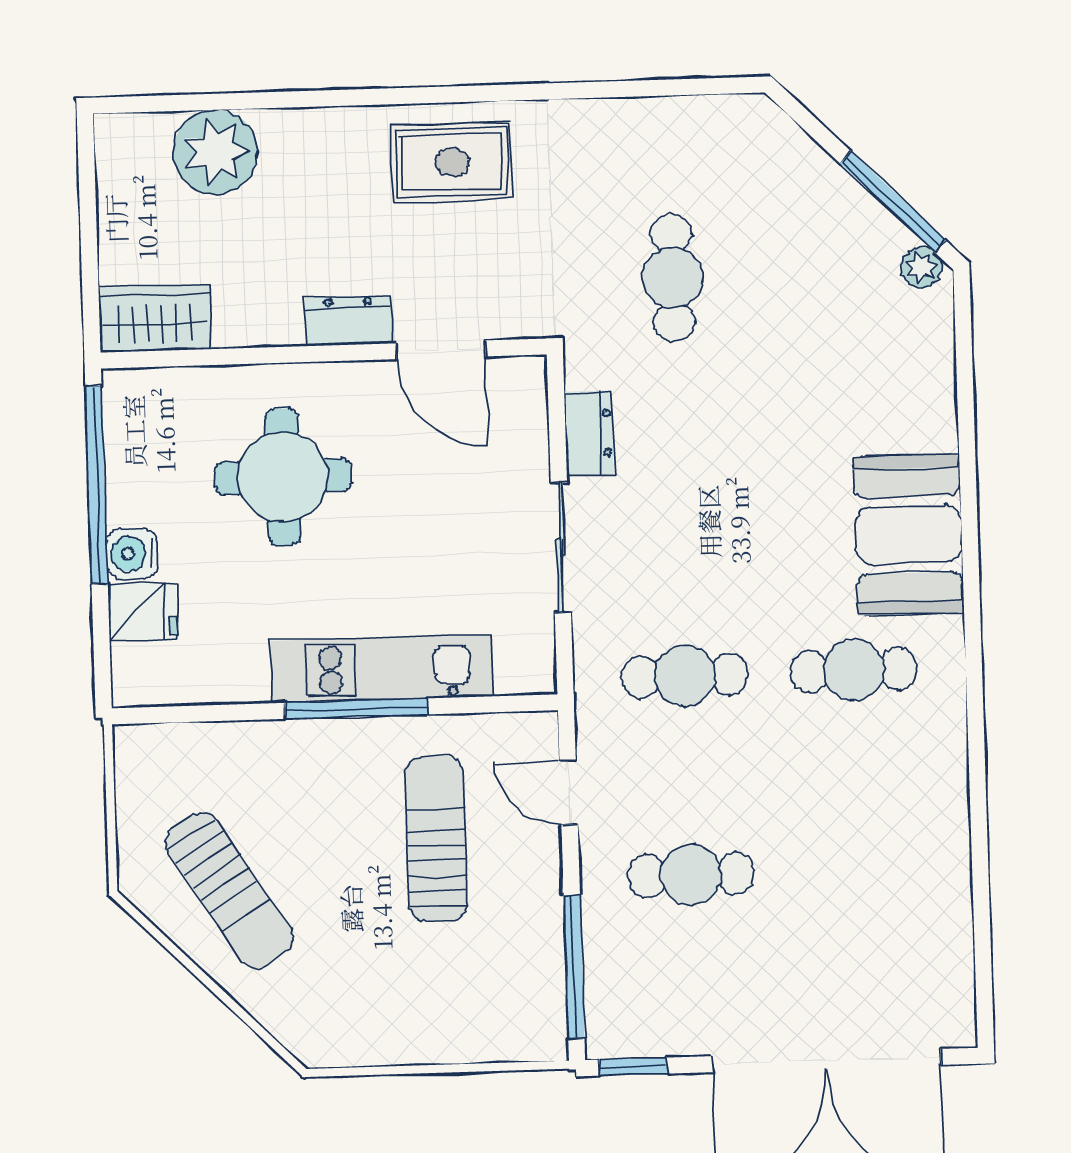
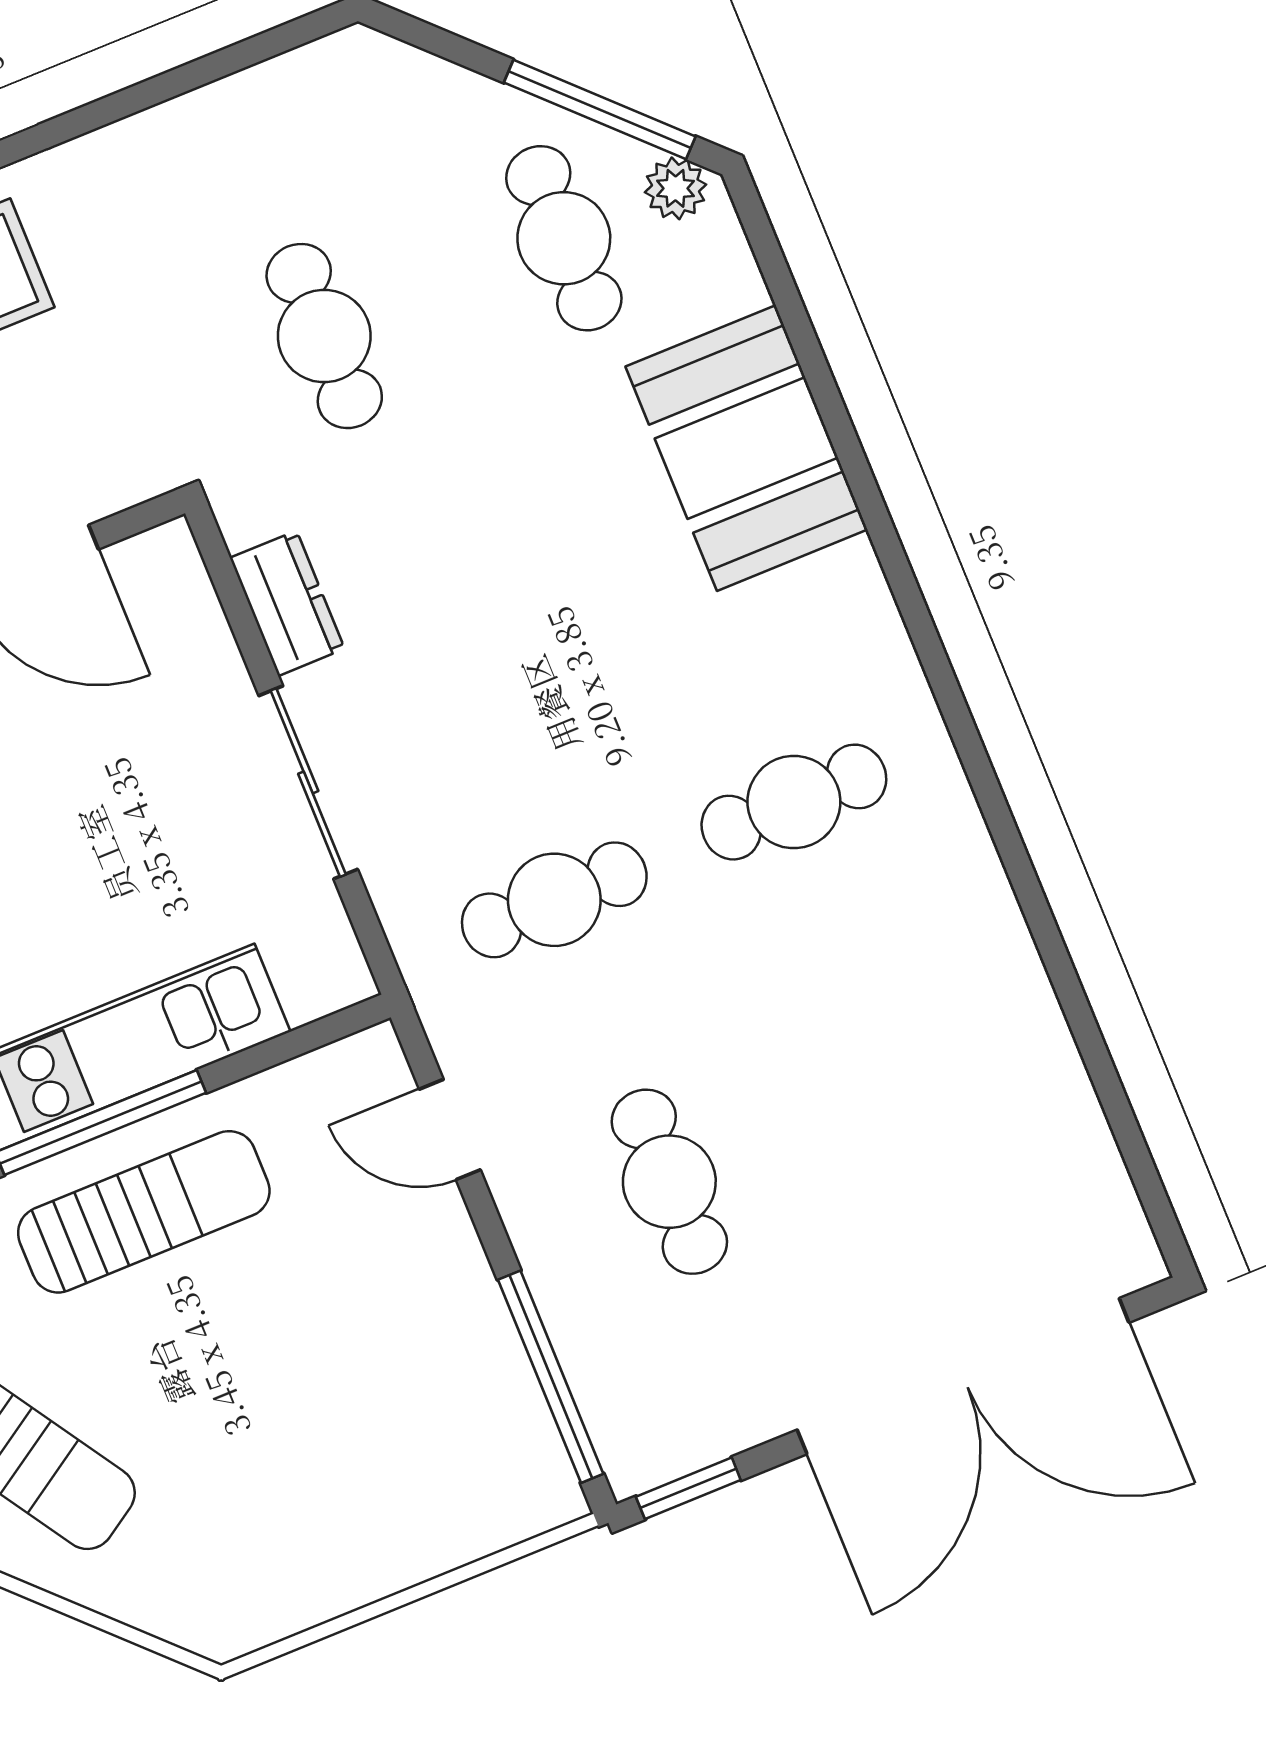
cafe table: (841, 272) -> (564, 238), added
booth: (909, 535) -> (747, 448), moved
sun lounger: (436, 839) -> (144, 1212), moved, turned 90
cafe table: (691, 874) -> (669, 1182), turned 90

